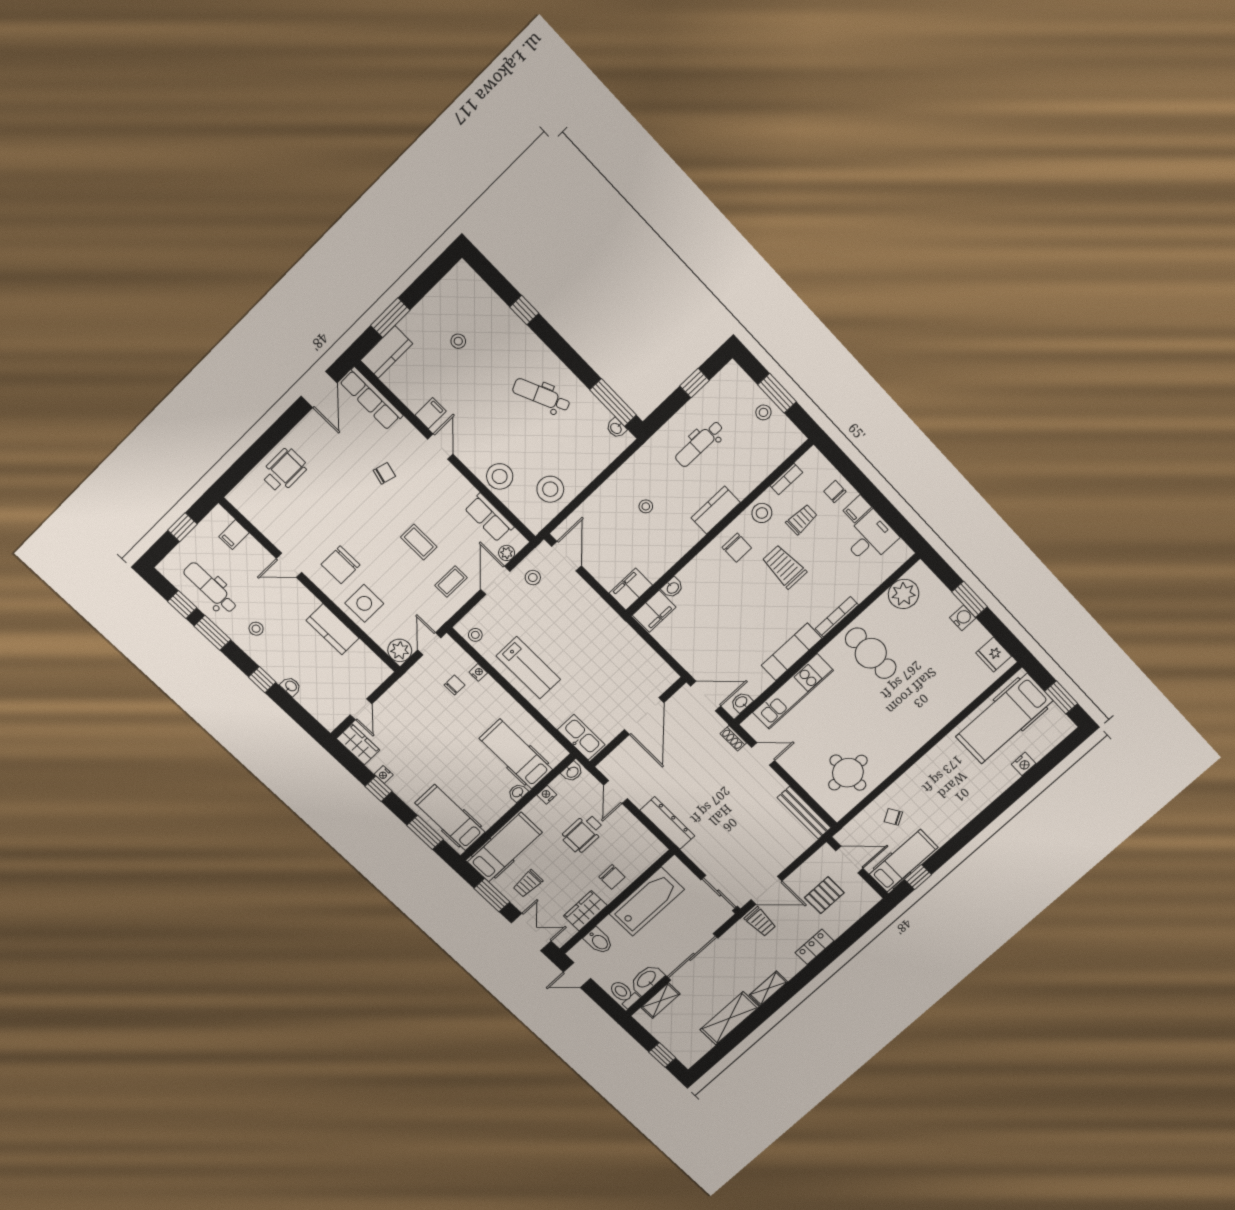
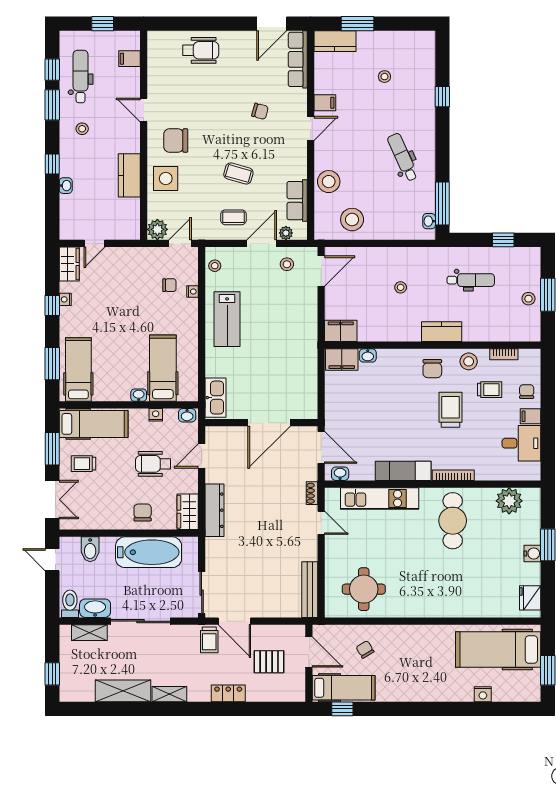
dental chair: (699, 444) -> (471, 280), turned 180
coffee table: (419, 542) -> (238, 173), turned -74
chair: (612, 877) -> (143, 513), turned 180
wardrobe: (585, 911) -> (188, 512), moved, turned -90

